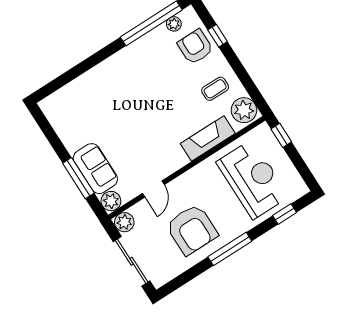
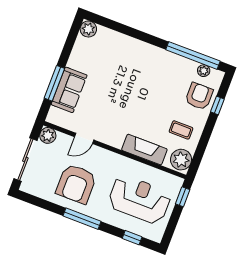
reception desk: (253, 179) -> (139, 199), turned -90
plant: (111, 201) -> (88, 29), moved

